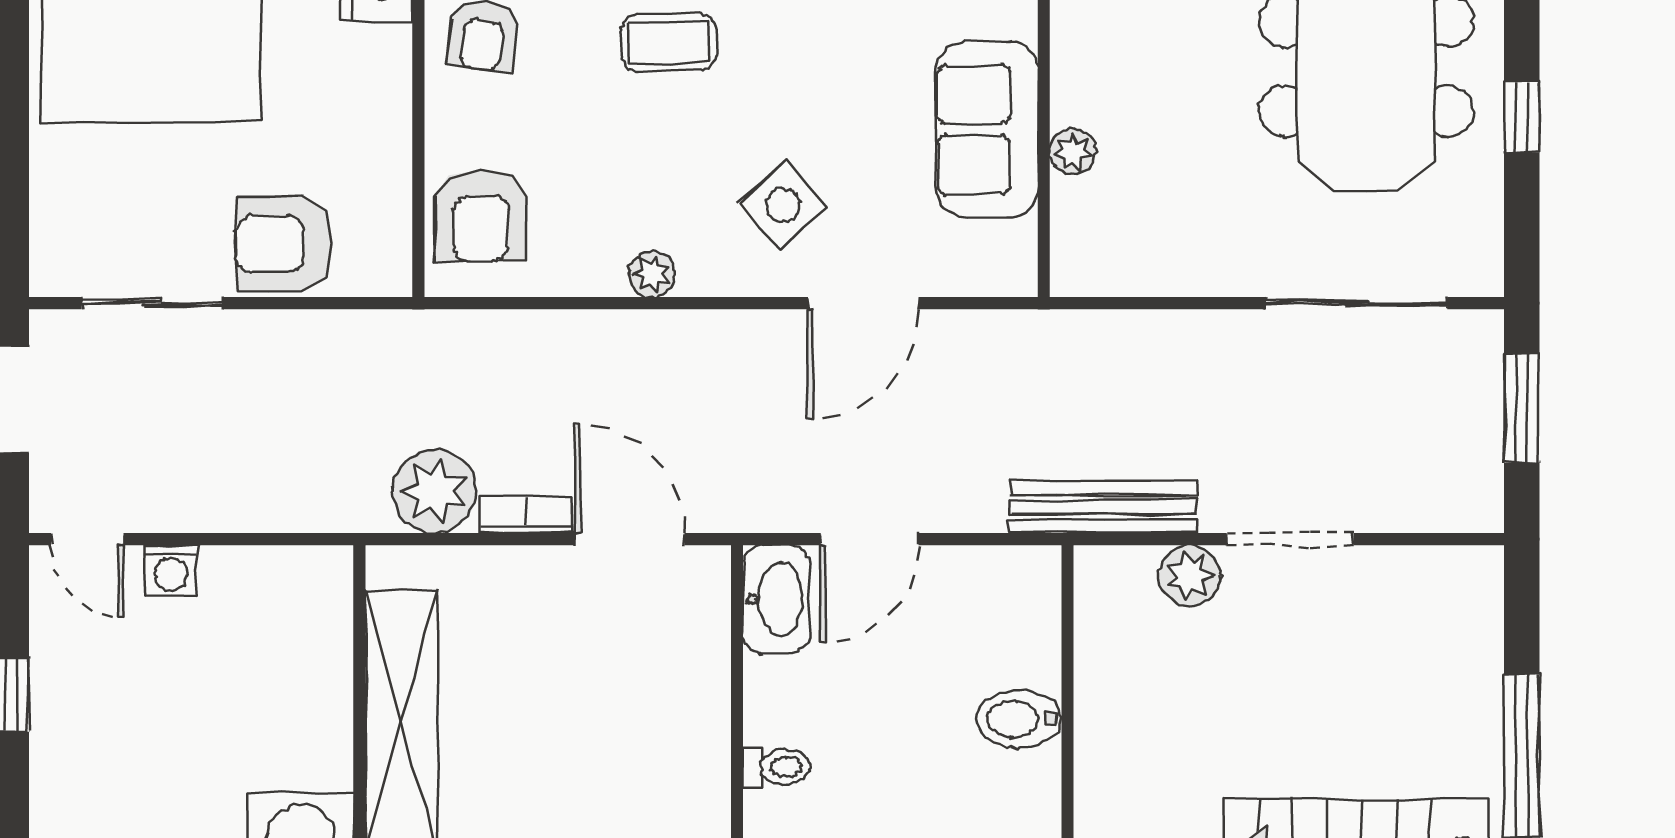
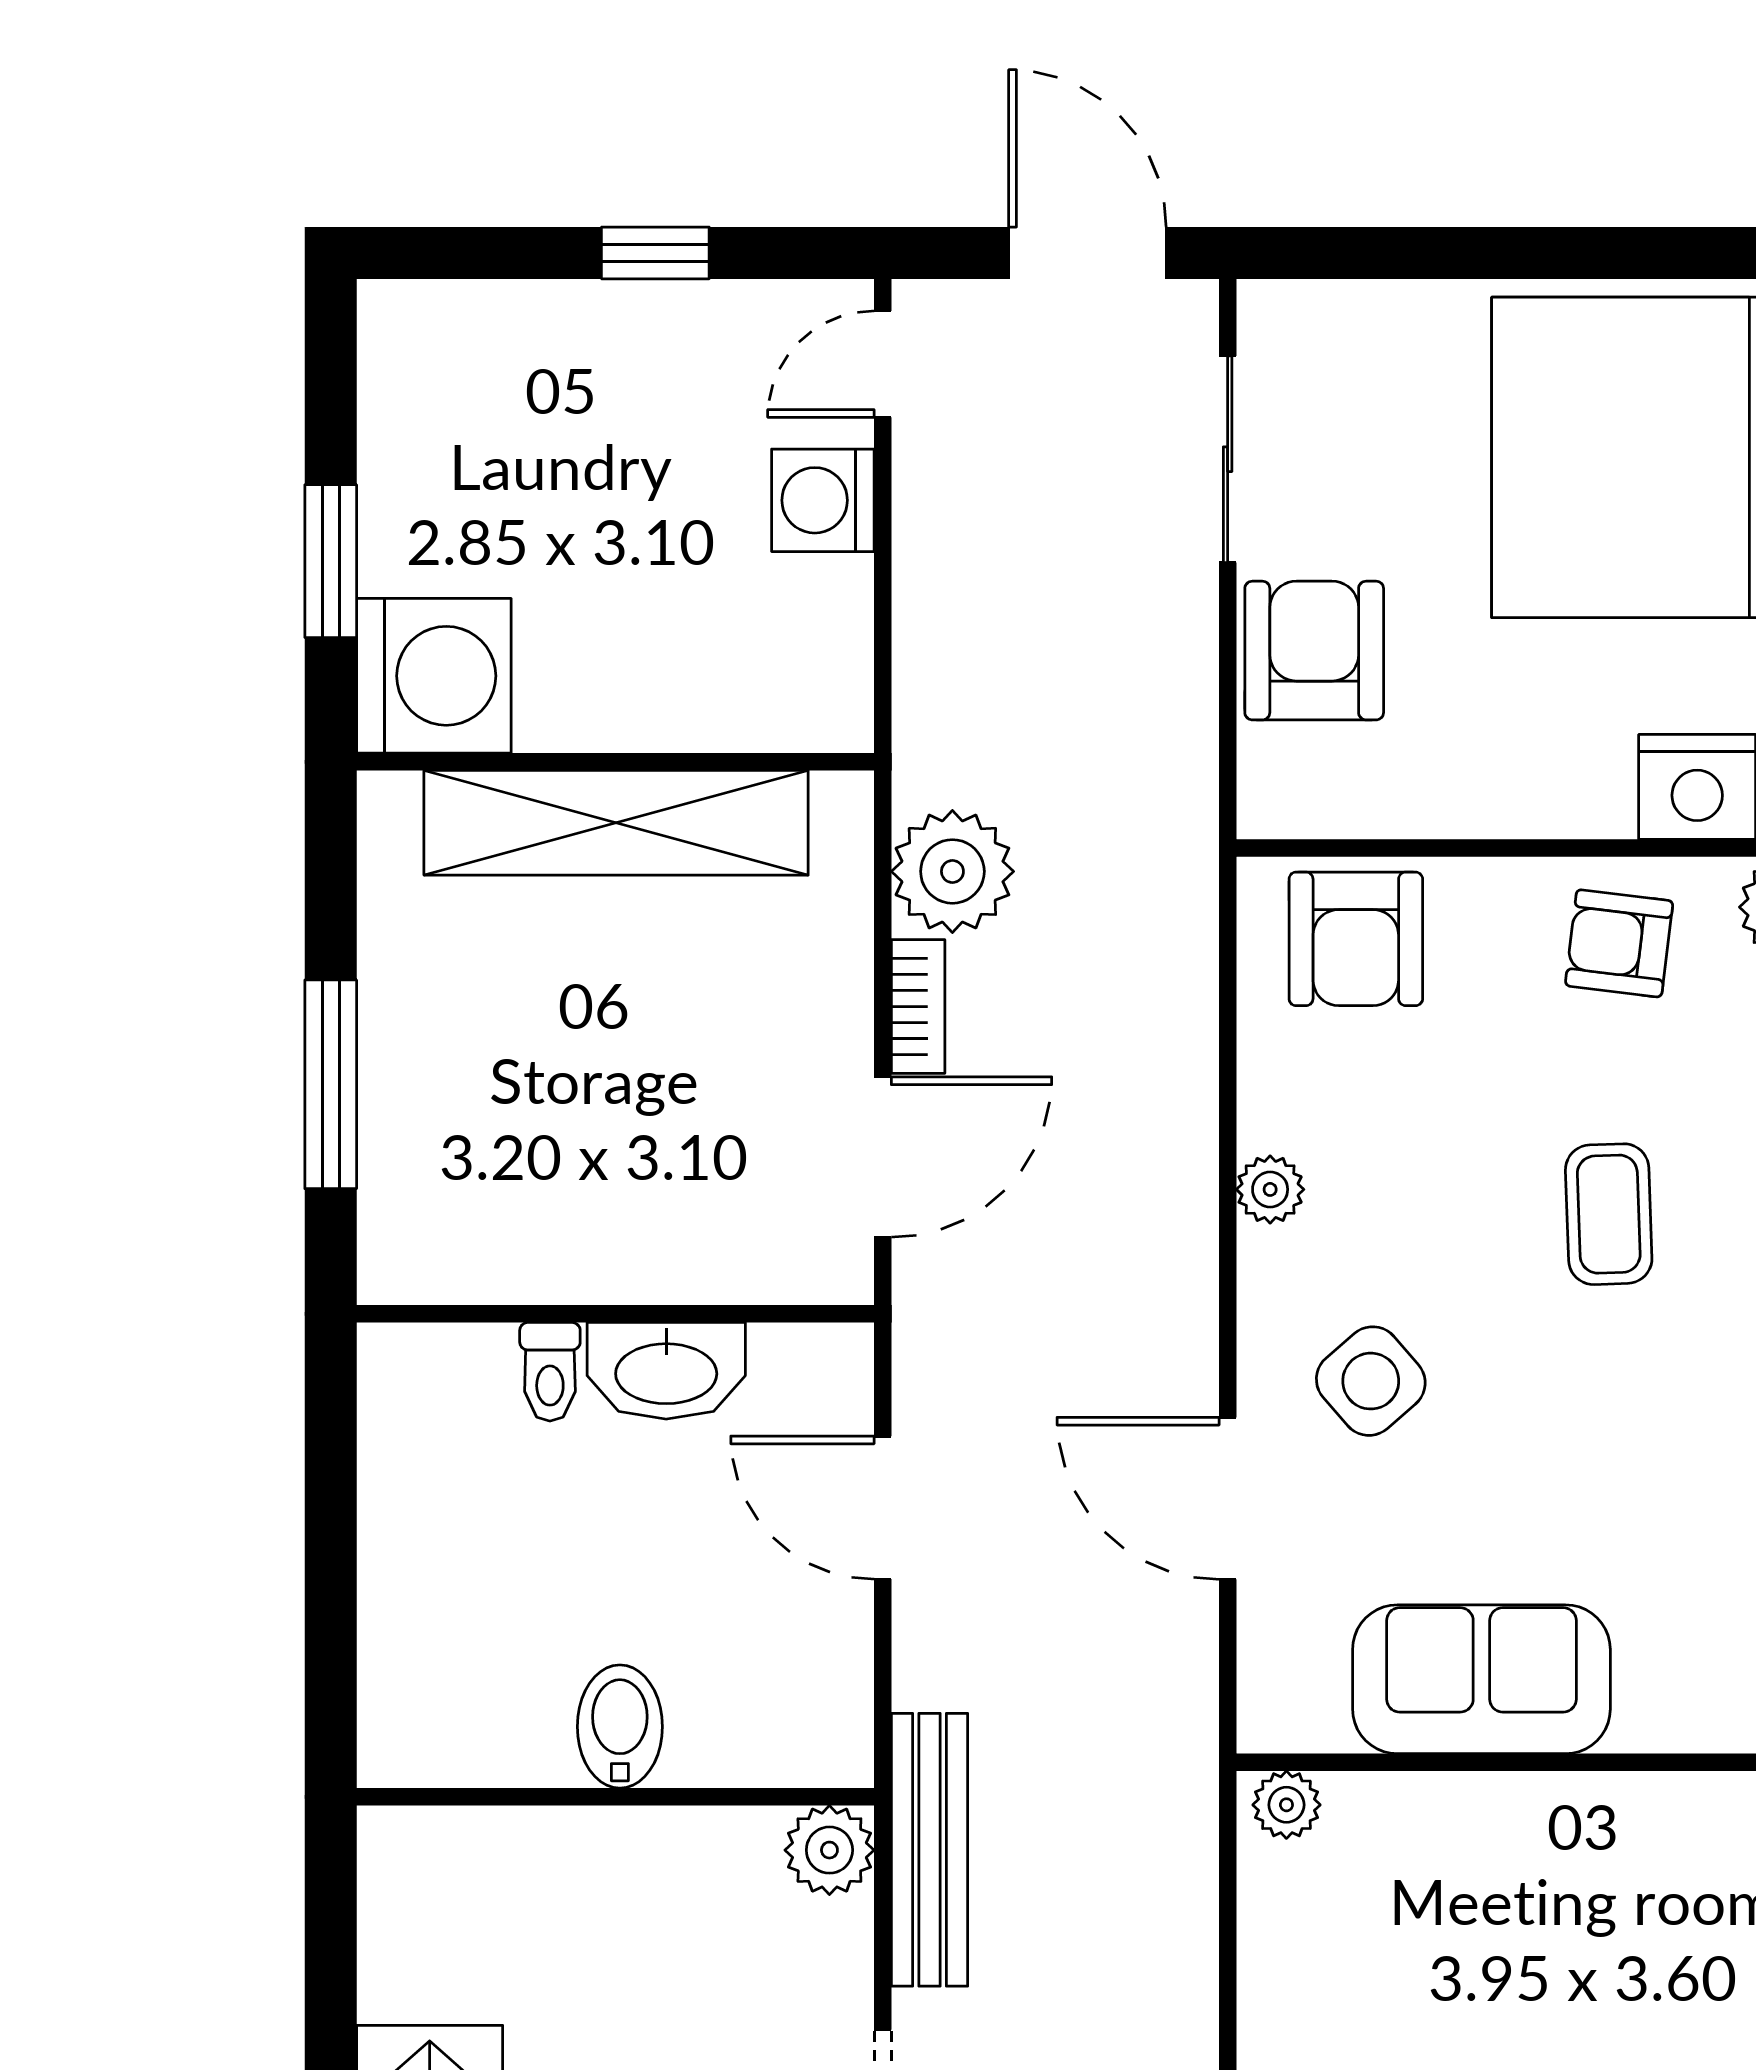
plant: (1073, 152) -> (1286, 1805), moved
armchair: (480, 215) -> (1356, 939), turned -90
washing machine: (171, 570) -> (823, 500), width x1.38, depth x1.38
plant: (1190, 576) -> (829, 1850), moved
washbasin: (776, 599) -> (666, 1371), moved

